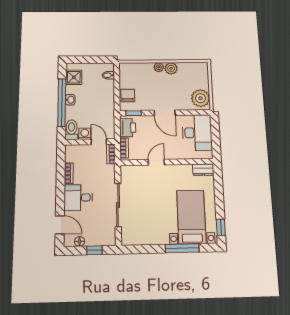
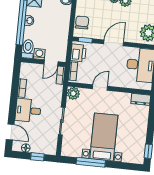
door: (165, 113) -> (114, 43), swing flipped
door: (99, 142) -> (51, 63), swing flipped
plant: (127, 172) -> (73, 93), added
sliding door: (118, 205) -> (62, 121), width x0.73
bed with nightstands: (191, 217) -> (104, 137), moved
window: (182, 248) -> (91, 162), moved

